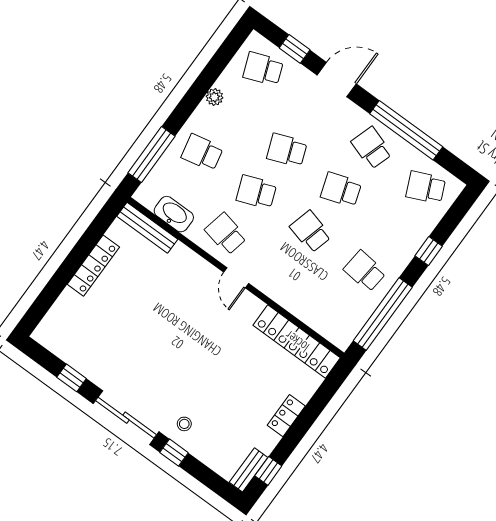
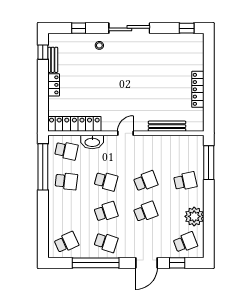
plant: (214, 97) -> (194, 216), width x1.87, depth x1.87
washbasin: (174, 214) -> (92, 142), moved
bench: (147, 228) -> (167, 126), moved
school desk: (226, 234) -> (66, 151), moved
window: (429, 251) -> (43, 213), removed
door: (236, 278) -> (125, 133), hinge flipped
window: (72, 378) -> (187, 28), moved
window: (174, 453) -> (79, 28), moved
bench: (248, 470) -> (53, 60), moved

